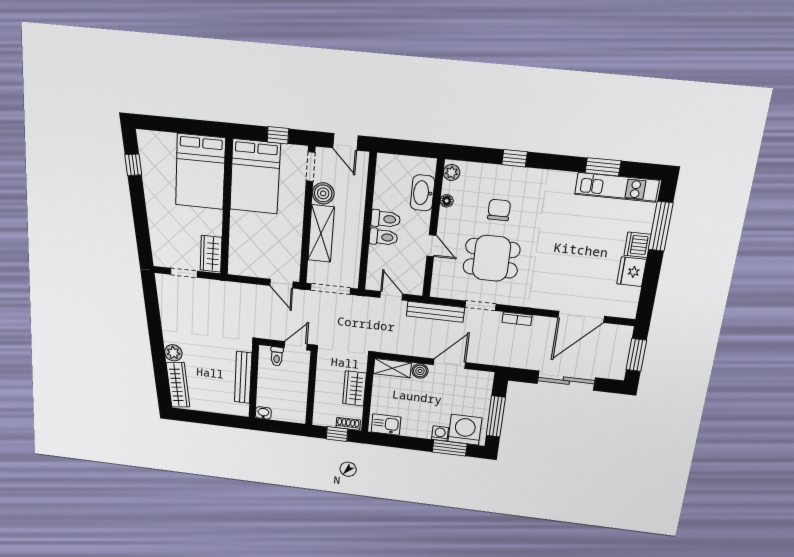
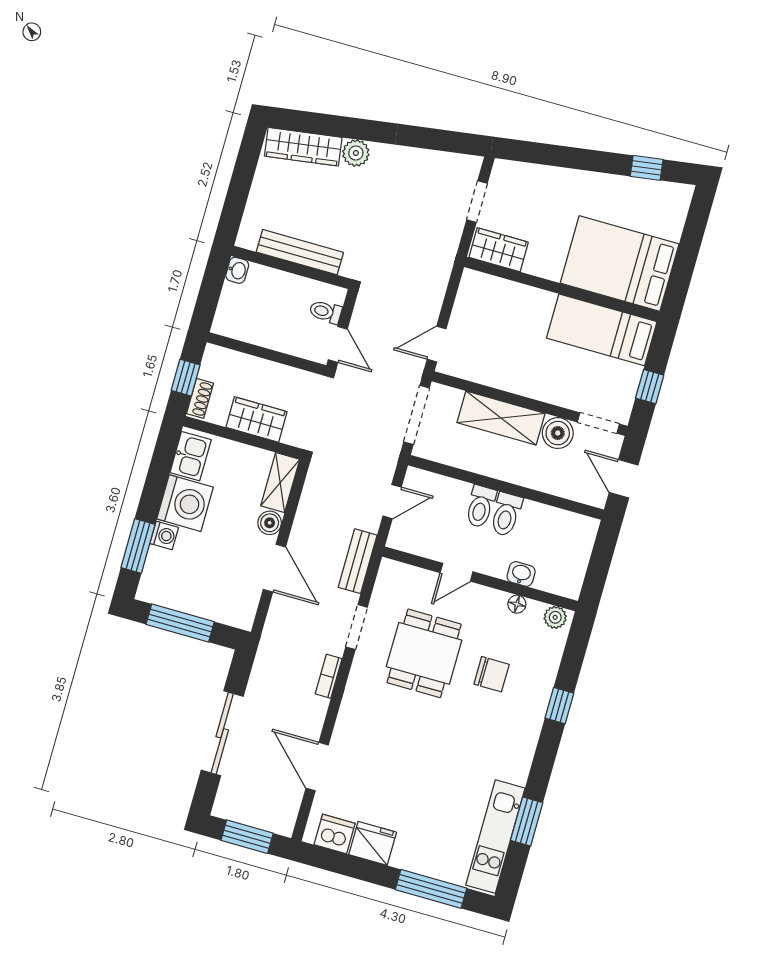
door: (345, 142) -> (624, 479), hinge flipped
bed: (255, 177) -> (602, 330), width x0.67
washbasin: (423, 193) -> (521, 574), width x0.52, depth x0.69
dishwasher: (638, 245) -> (335, 834), moved
bench: (435, 312) -> (358, 561), width x0.73
door: (581, 317) -> (317, 767), width x0.73
washing machine: (465, 430) -> (185, 503), moved

